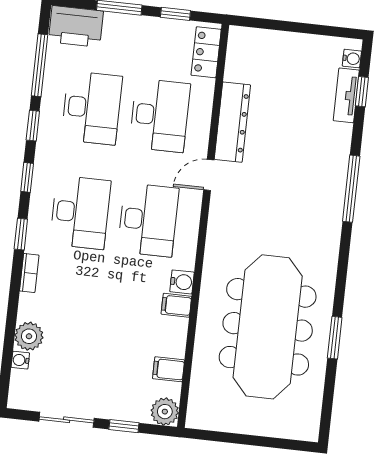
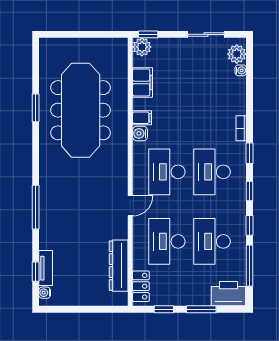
dresser: (232, 122) -> (119, 266), moved
plant: (29, 336) -> (237, 54), moved
filing cabinet: (169, 369) -> (143, 82), width x2.00
window: (124, 426) -> (148, 34), moved

